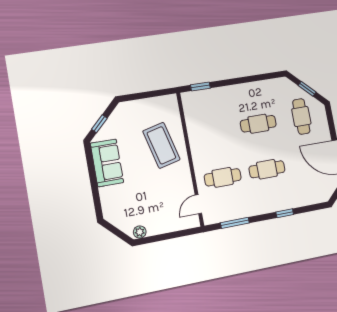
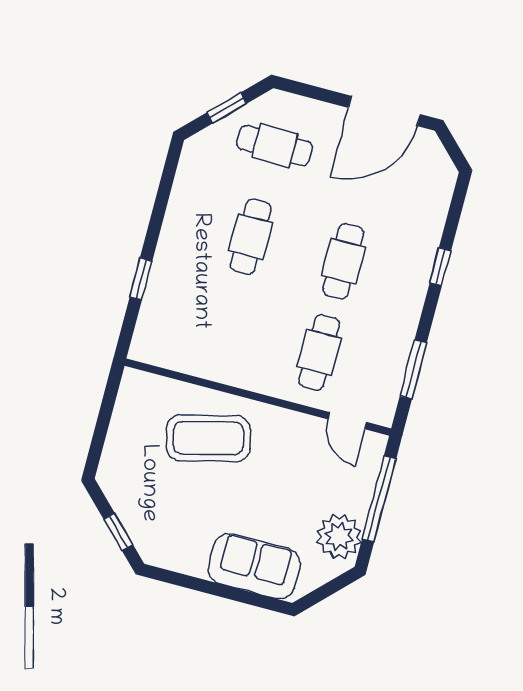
window: (200, 87) -> (141, 279), moved
sofa: (107, 163) -> (254, 566), moved
plant: (140, 232) -> (339, 537), width x1.88, depth x1.88
window: (170, 236) -> (379, 499), added

